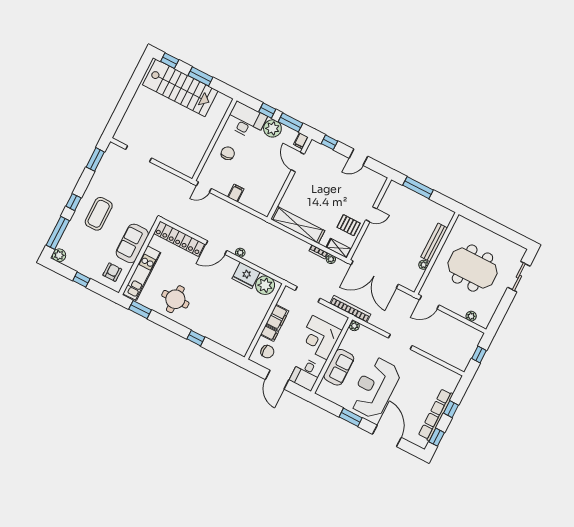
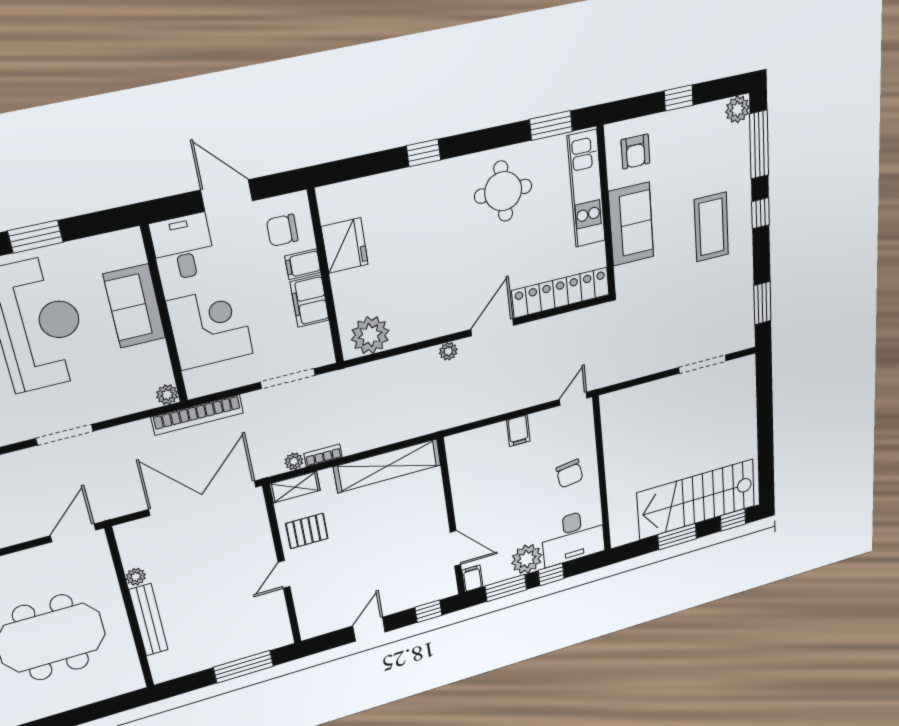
fridge: (246, 275) -> (345, 246), moved, turned 90

